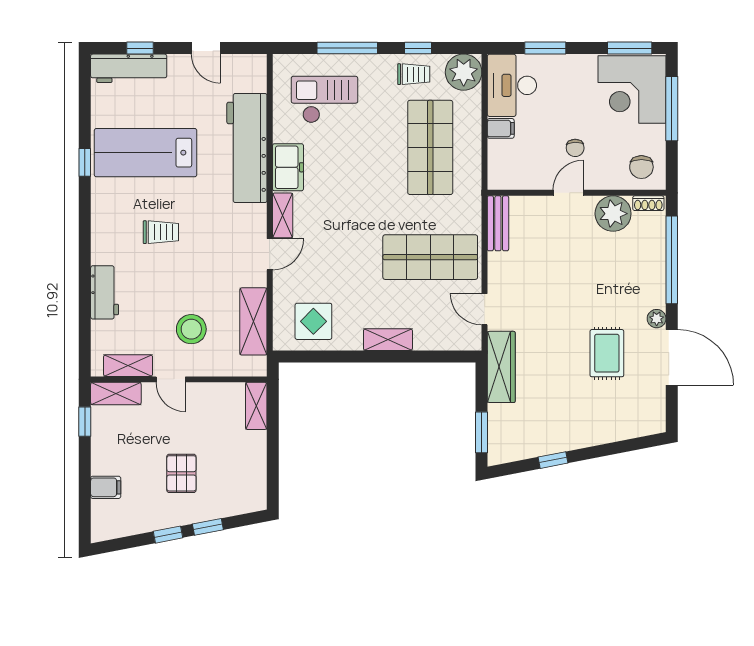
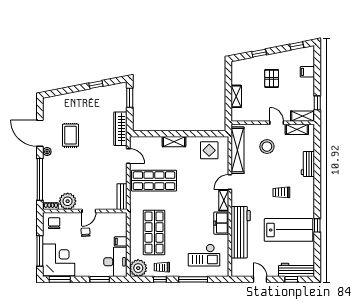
shelving: (253, 321) -> (238, 150), width x1.47
shelving: (256, 406) -> (236, 96), moved
window: (168, 535) -> (297, 46), moved

